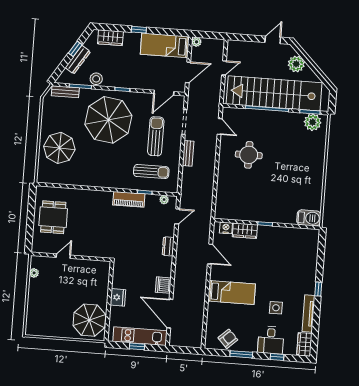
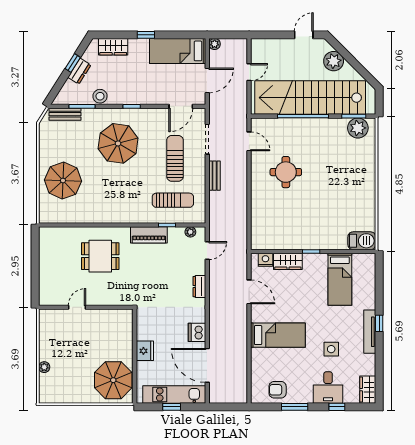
dresser: (78, 60) -> (79, 71), width x0.70
parasol: (108, 120) -> (118, 143), width x0.73, depth x0.73
dining table: (53, 217) -> (100, 256), moved, turned 90
bed: (288, 249) -> (340, 279), added
plant: (34, 273) -> (44, 367), moved
tv unit: (308, 314) -> (370, 332), moved
armchair: (228, 339) -> (278, 390), turned -137

